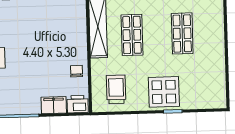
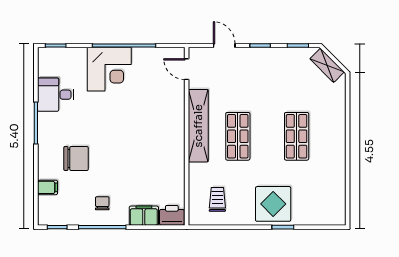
chair: (76, 71) -> (102, 203), moved
trolley: (116, 89) -> (217, 199), width x0.73, depth x0.72

